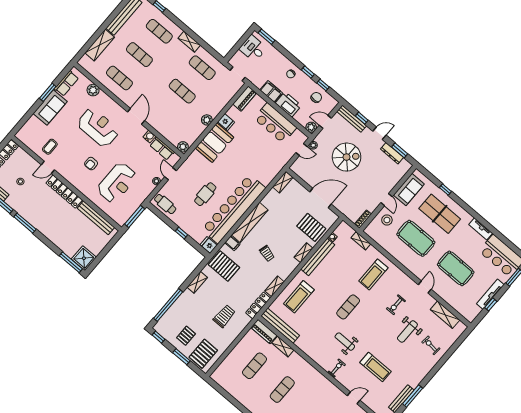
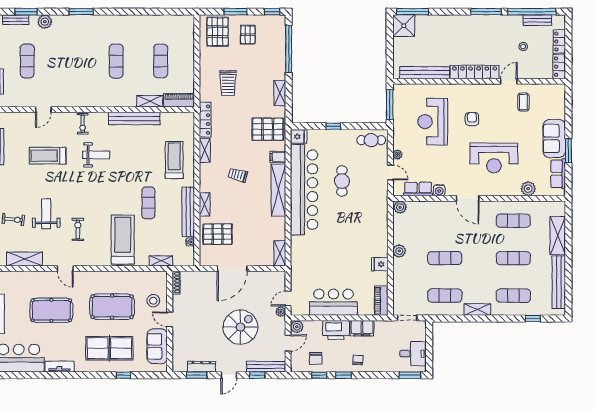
booth: (215, 143) -> (374, 236), removed
spiral stairs: (347, 157) -> (240, 327), turned 180
treadmill: (373, 274) -> (123, 240), width x1.37, depth x1.38
exercise mat: (348, 307) -> (148, 203), moved
bench: (280, 326) -> (134, 118), moved

